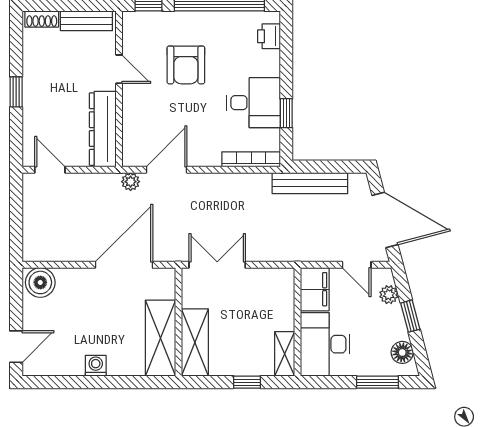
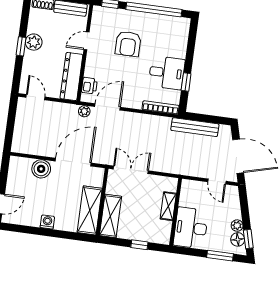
printer: (269, 36) -> (89, 86), moved, turned 180
door: (119, 69) -> (87, 41), swing flipped
plant: (35, 82) -> (34, 42), added
boiler: (40, 282) -> (41, 169), moved
filing cabinet: (315, 289) -> (189, 193), removed
plant: (389, 295) -> (237, 226), moved
window: (410, 316) -> (248, 239), moved
shelving: (285, 354) -> (168, 206), moved

